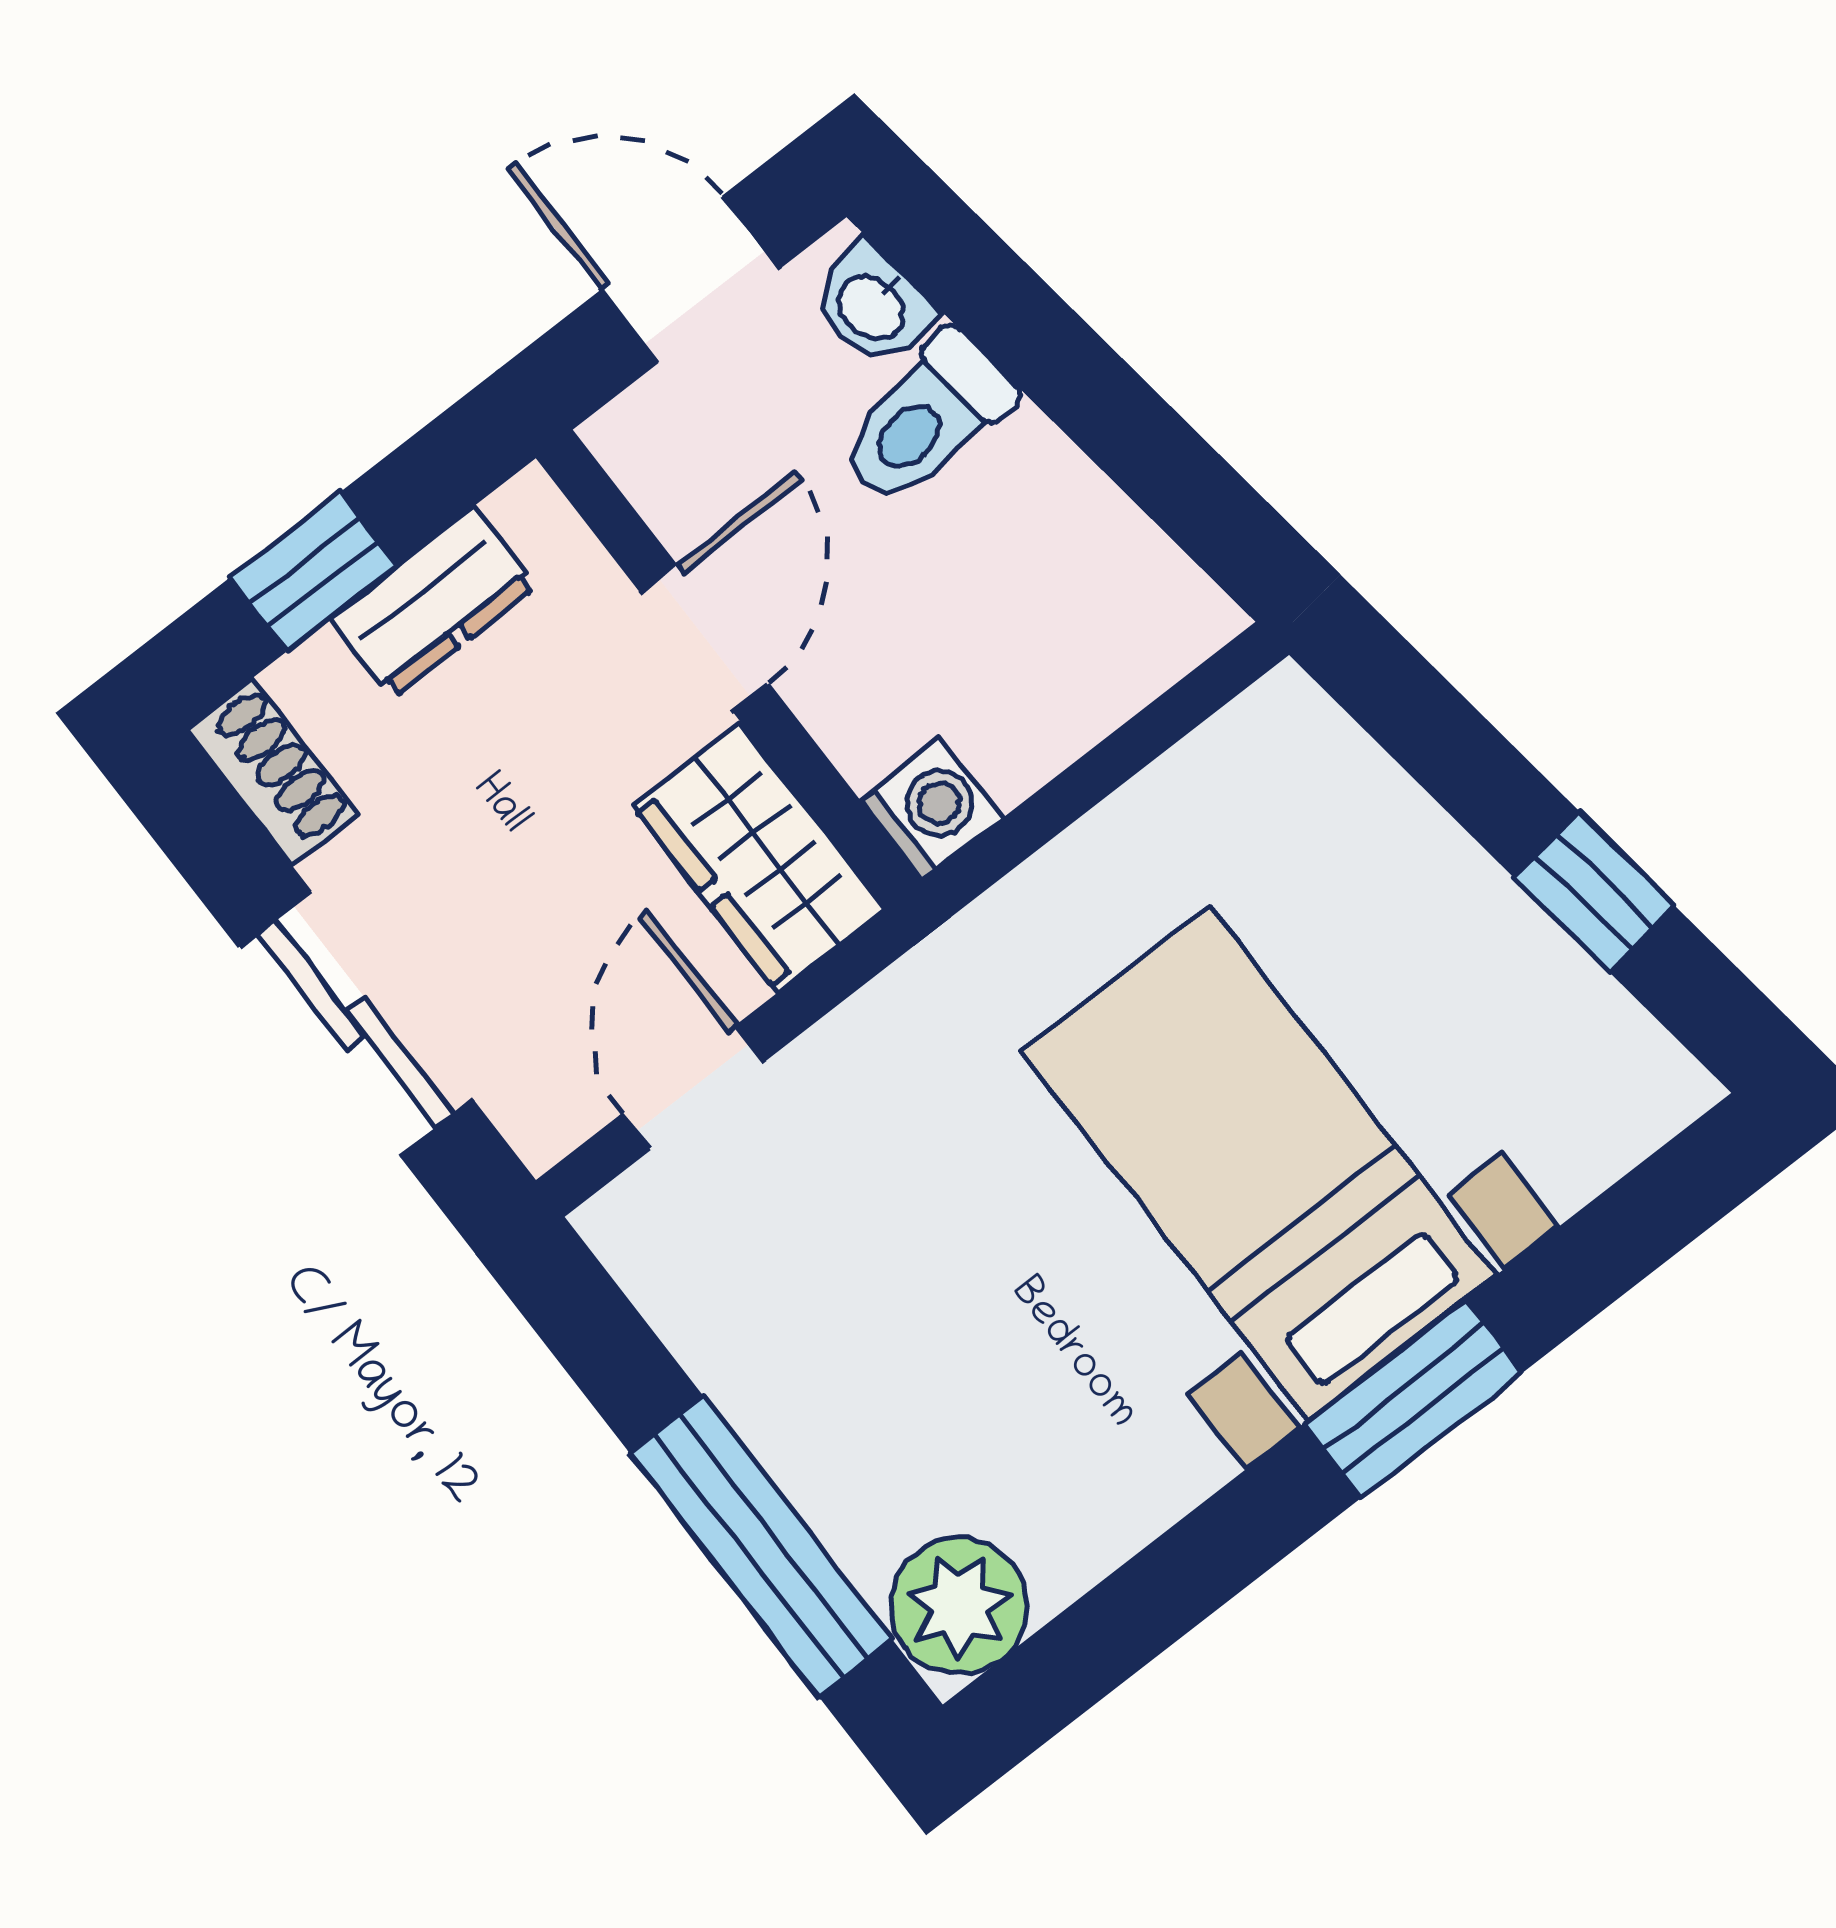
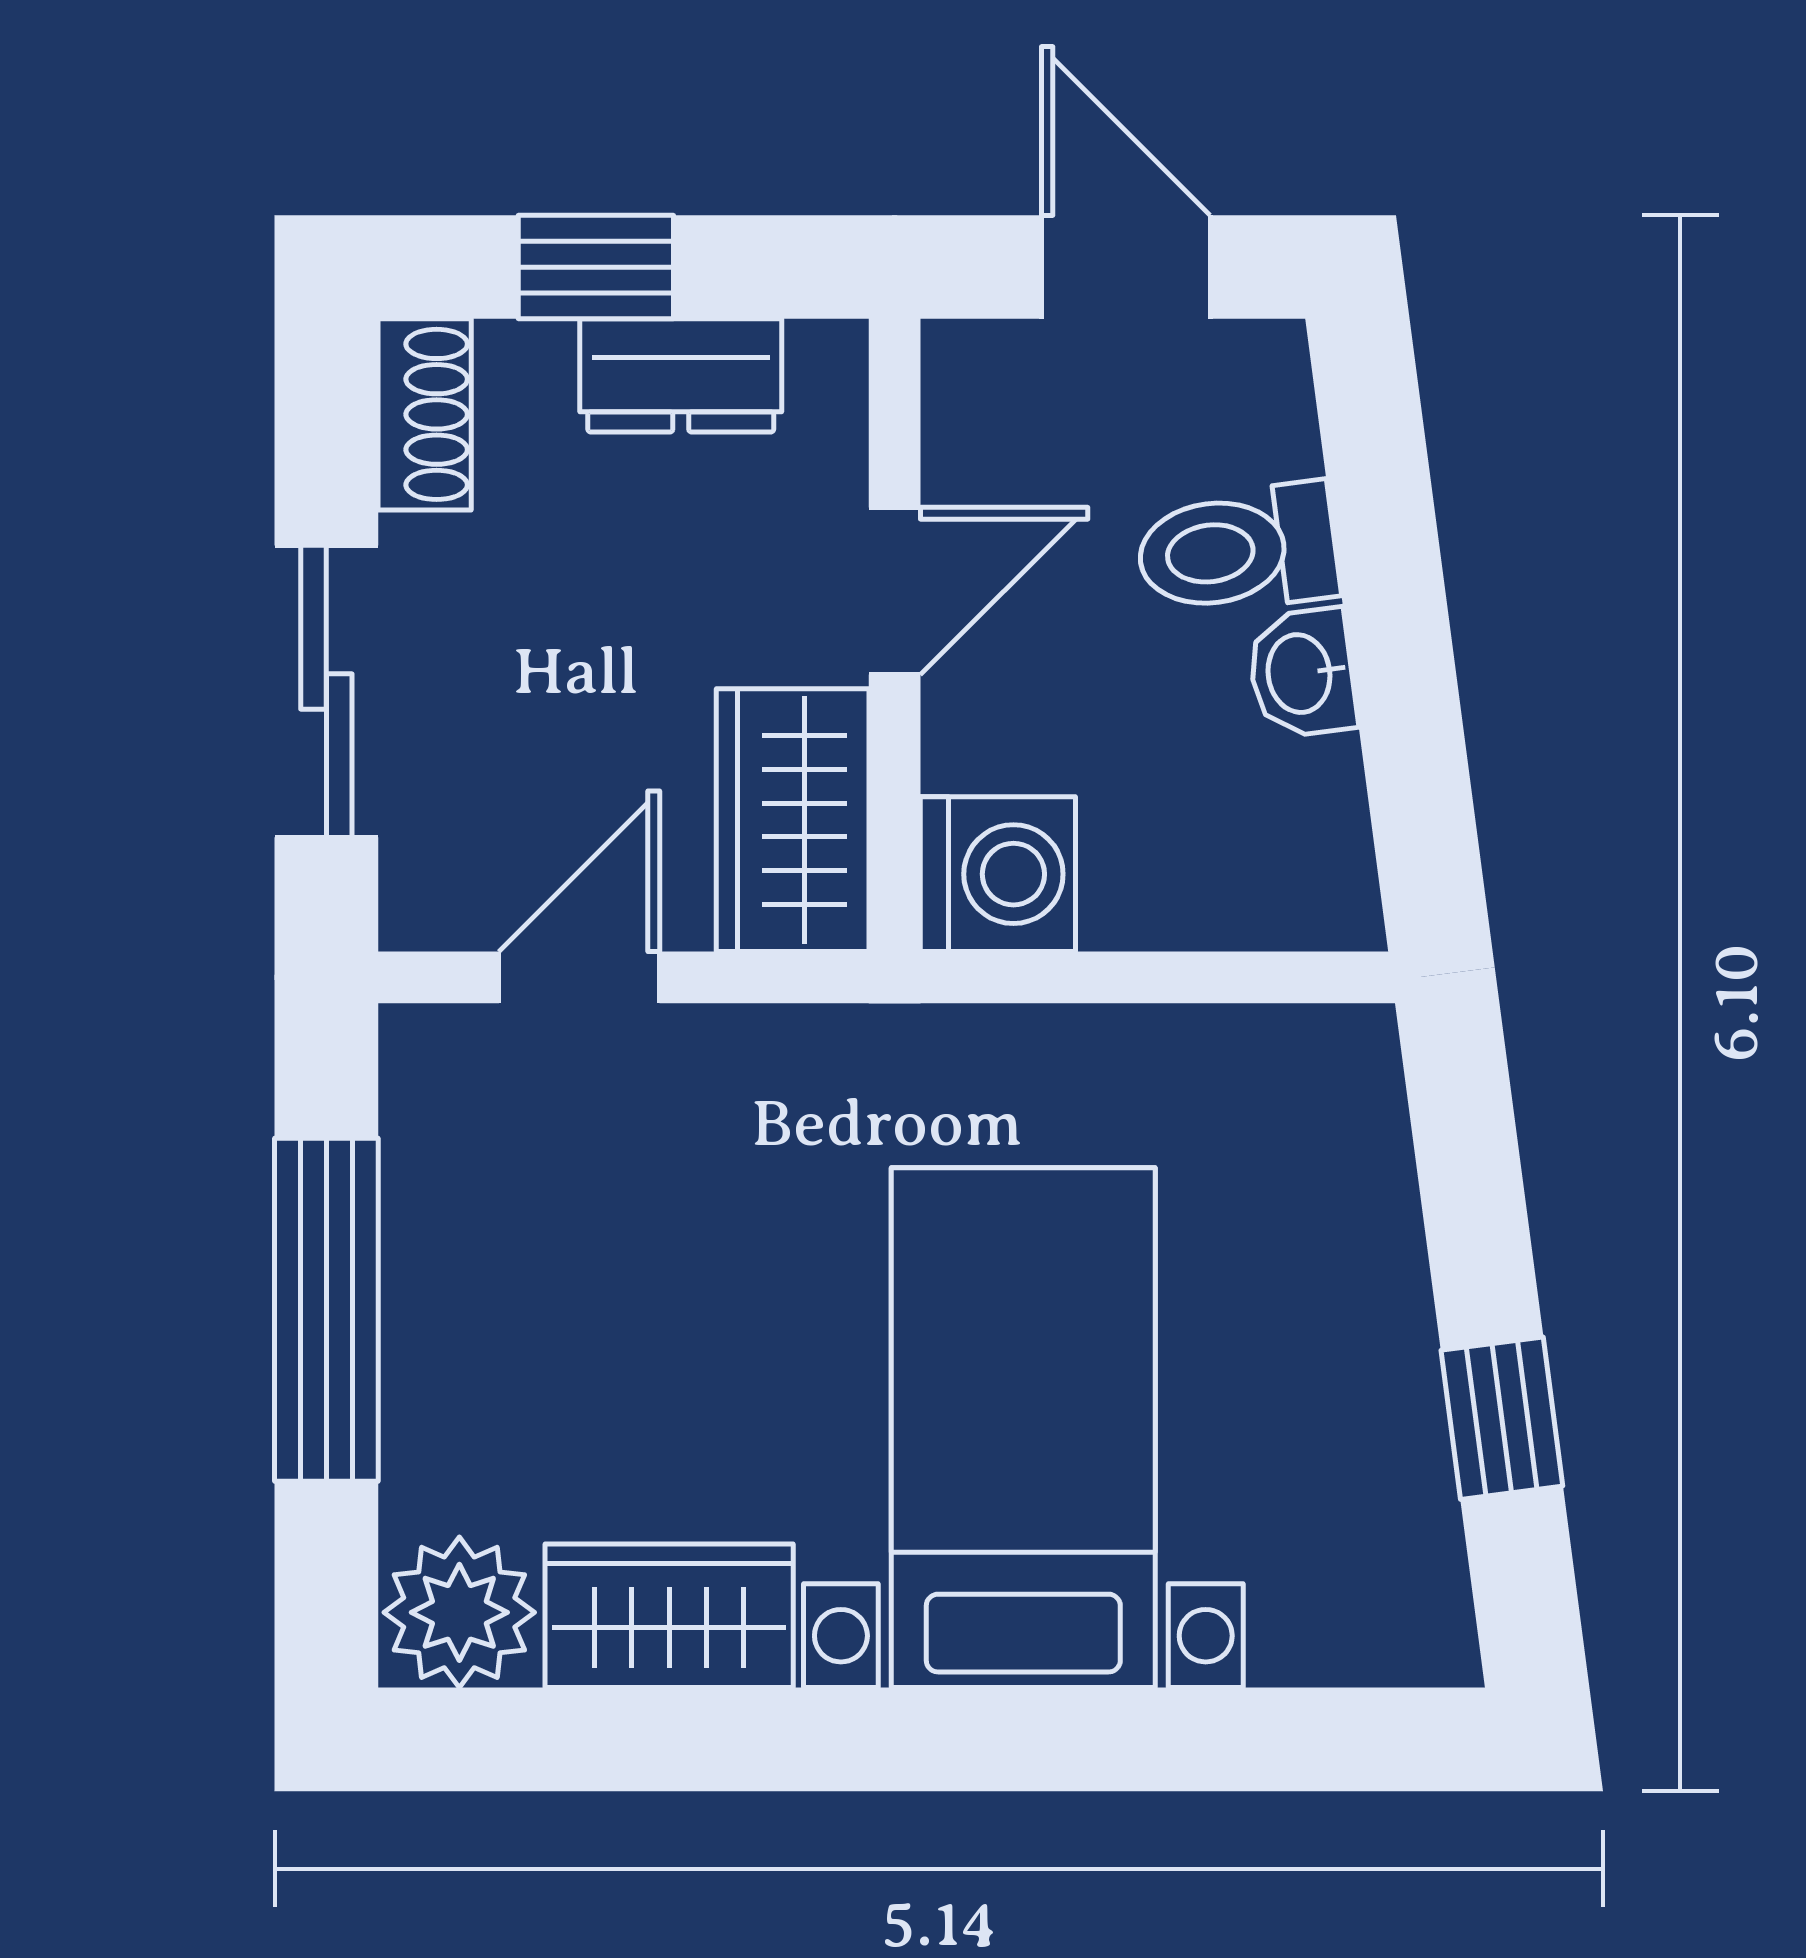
washbasin: (873, 306) -> (1302, 673), moved
washing machine: (931, 809) -> (998, 874), width x1.38, depth x1.38
window: (1413, 1398) -> (999, 1739), removed
wardrobe: (1110, 1492) -> (669, 1616), added
window: (761, 1547) -> (326, 1310), moved

